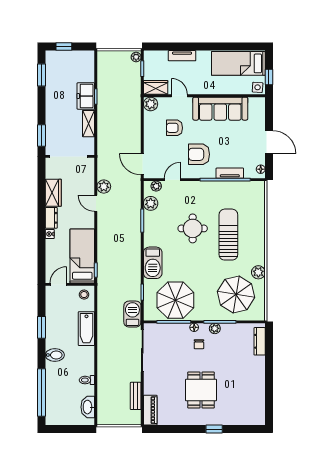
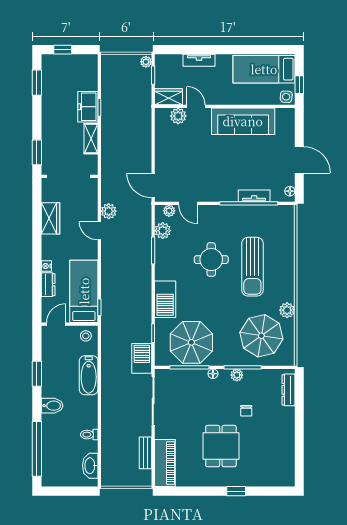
plant: (151, 104) -> (178, 116), moved
armchair: (175, 128) -> (190, 143), removed
armchair: (199, 154) -> (219, 174), removed
door: (173, 180) -> (188, 203), swing flipped
dresser: (51, 218) -> (48, 285), moved
sun lounger: (228, 235) -> (252, 267), turned 180
chair: (199, 344) -> (246, 411), moved
piano: (150, 410) -> (165, 463), width x1.37, depth x1.33

